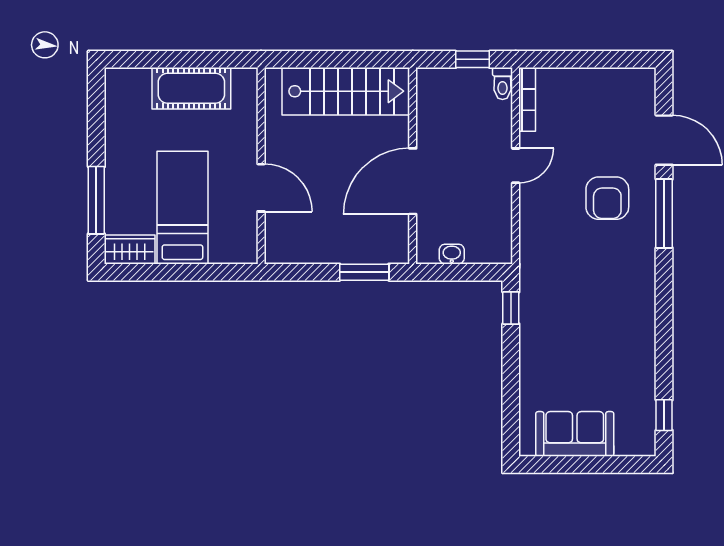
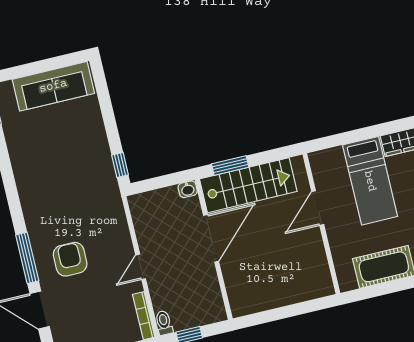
stairs: (345, 91) -> (248, 185), moved, turned 180
door: (261, 188) -> (318, 208), hinge flipped
washbasin: (452, 254) -> (188, 189), moved
sofa: (575, 434) -> (53, 86), width x1.36

